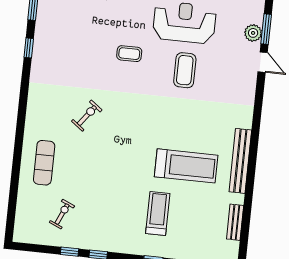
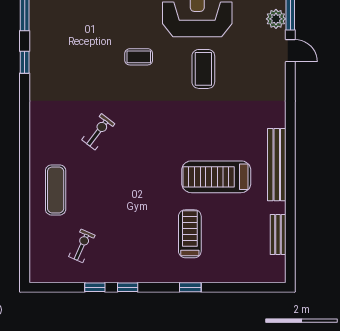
treadmill: (186, 166) -> (216, 177), turned 180

